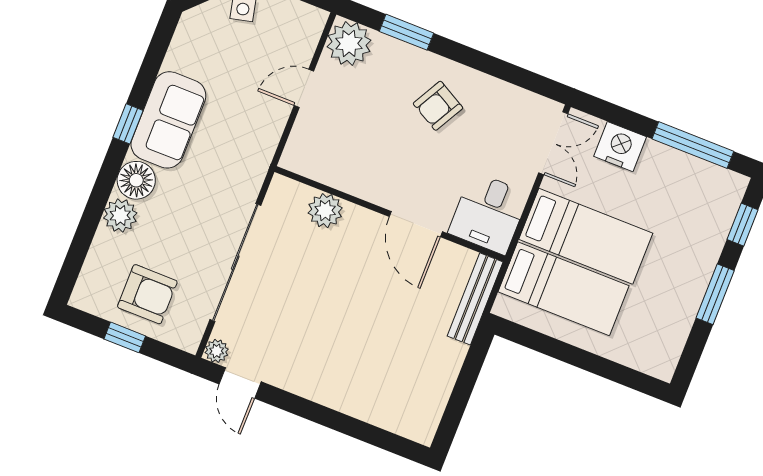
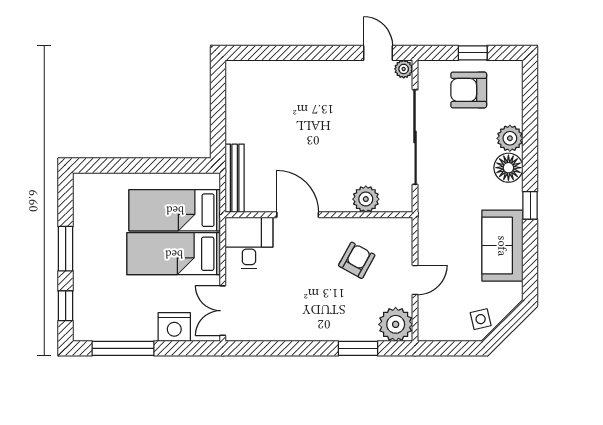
armchair: (438, 106) -> (357, 260), moved
sofa: (168, 120) -> (502, 246), moved

